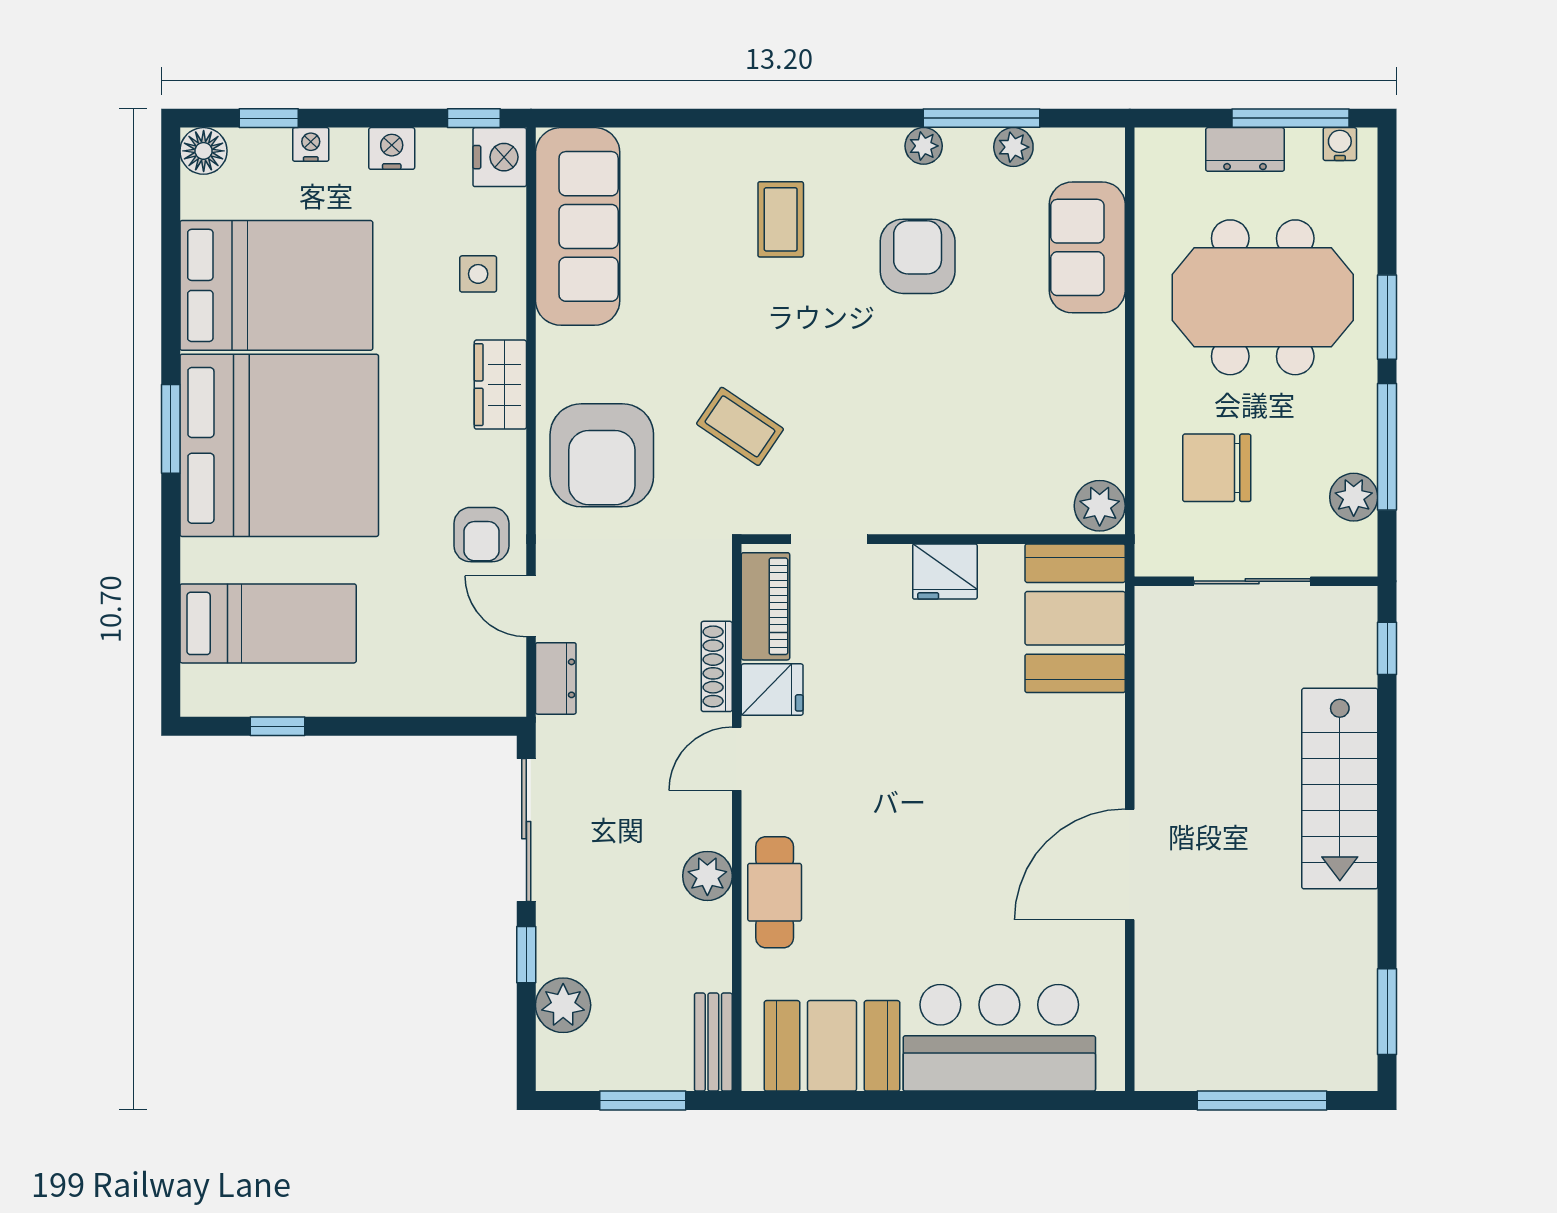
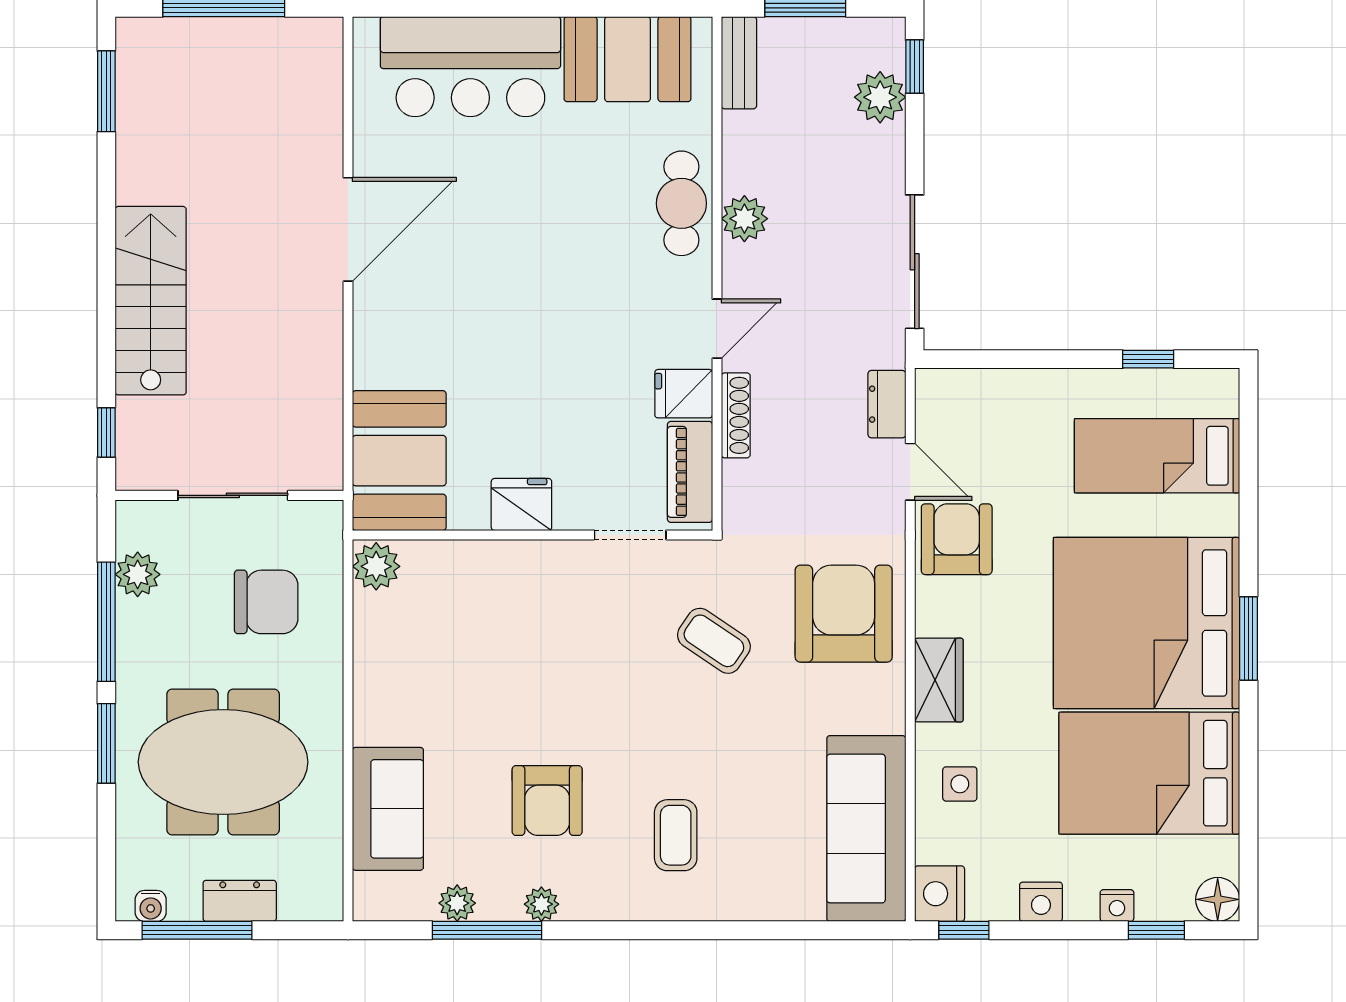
armchair: (481, 535) -> (957, 539), width x1.38, depth x1.38
window: (526, 955) -> (915, 67), moved

